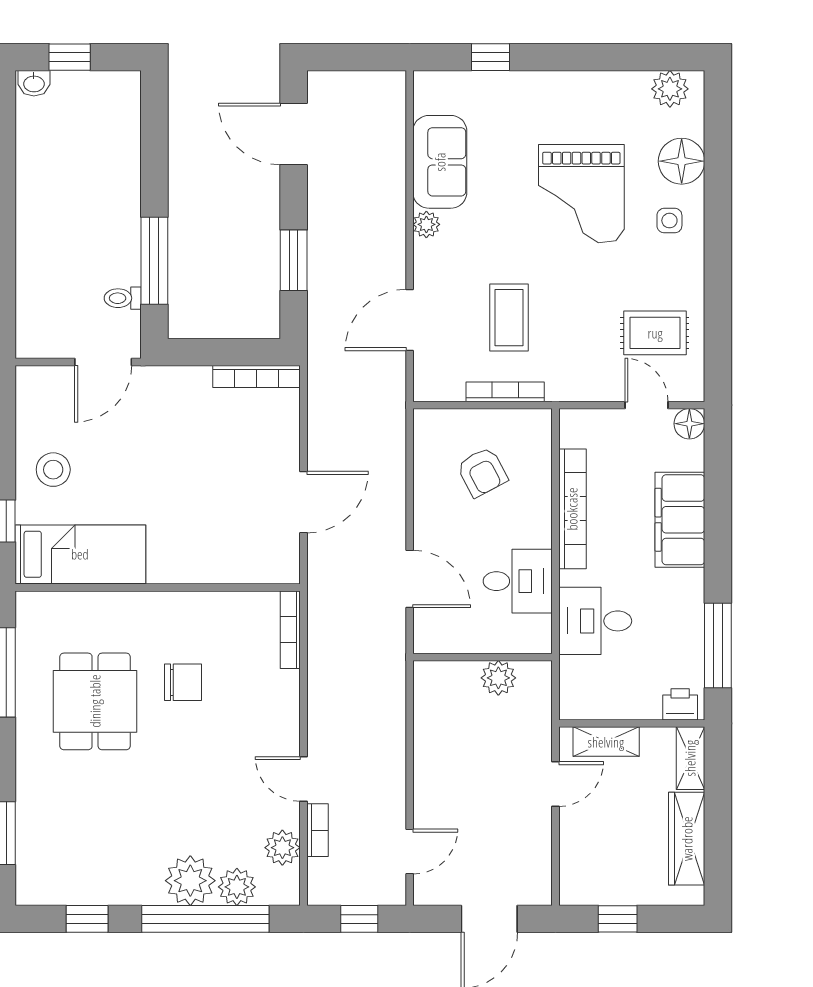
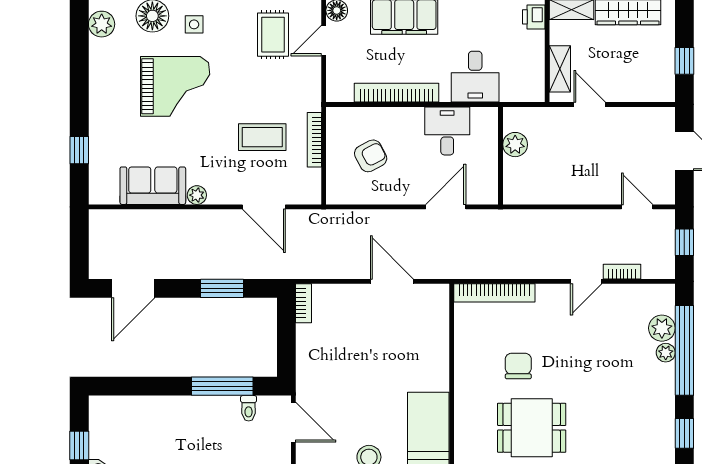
bookcase: (256, 377) -> (304, 303), width x0.64
bookcase: (290, 630) -> (494, 293), width x1.48, depth x1.31
plant: (282, 848) -> (634, 296), removed
plant: (190, 881) -> (666, 353), width x0.53, depth x0.53

